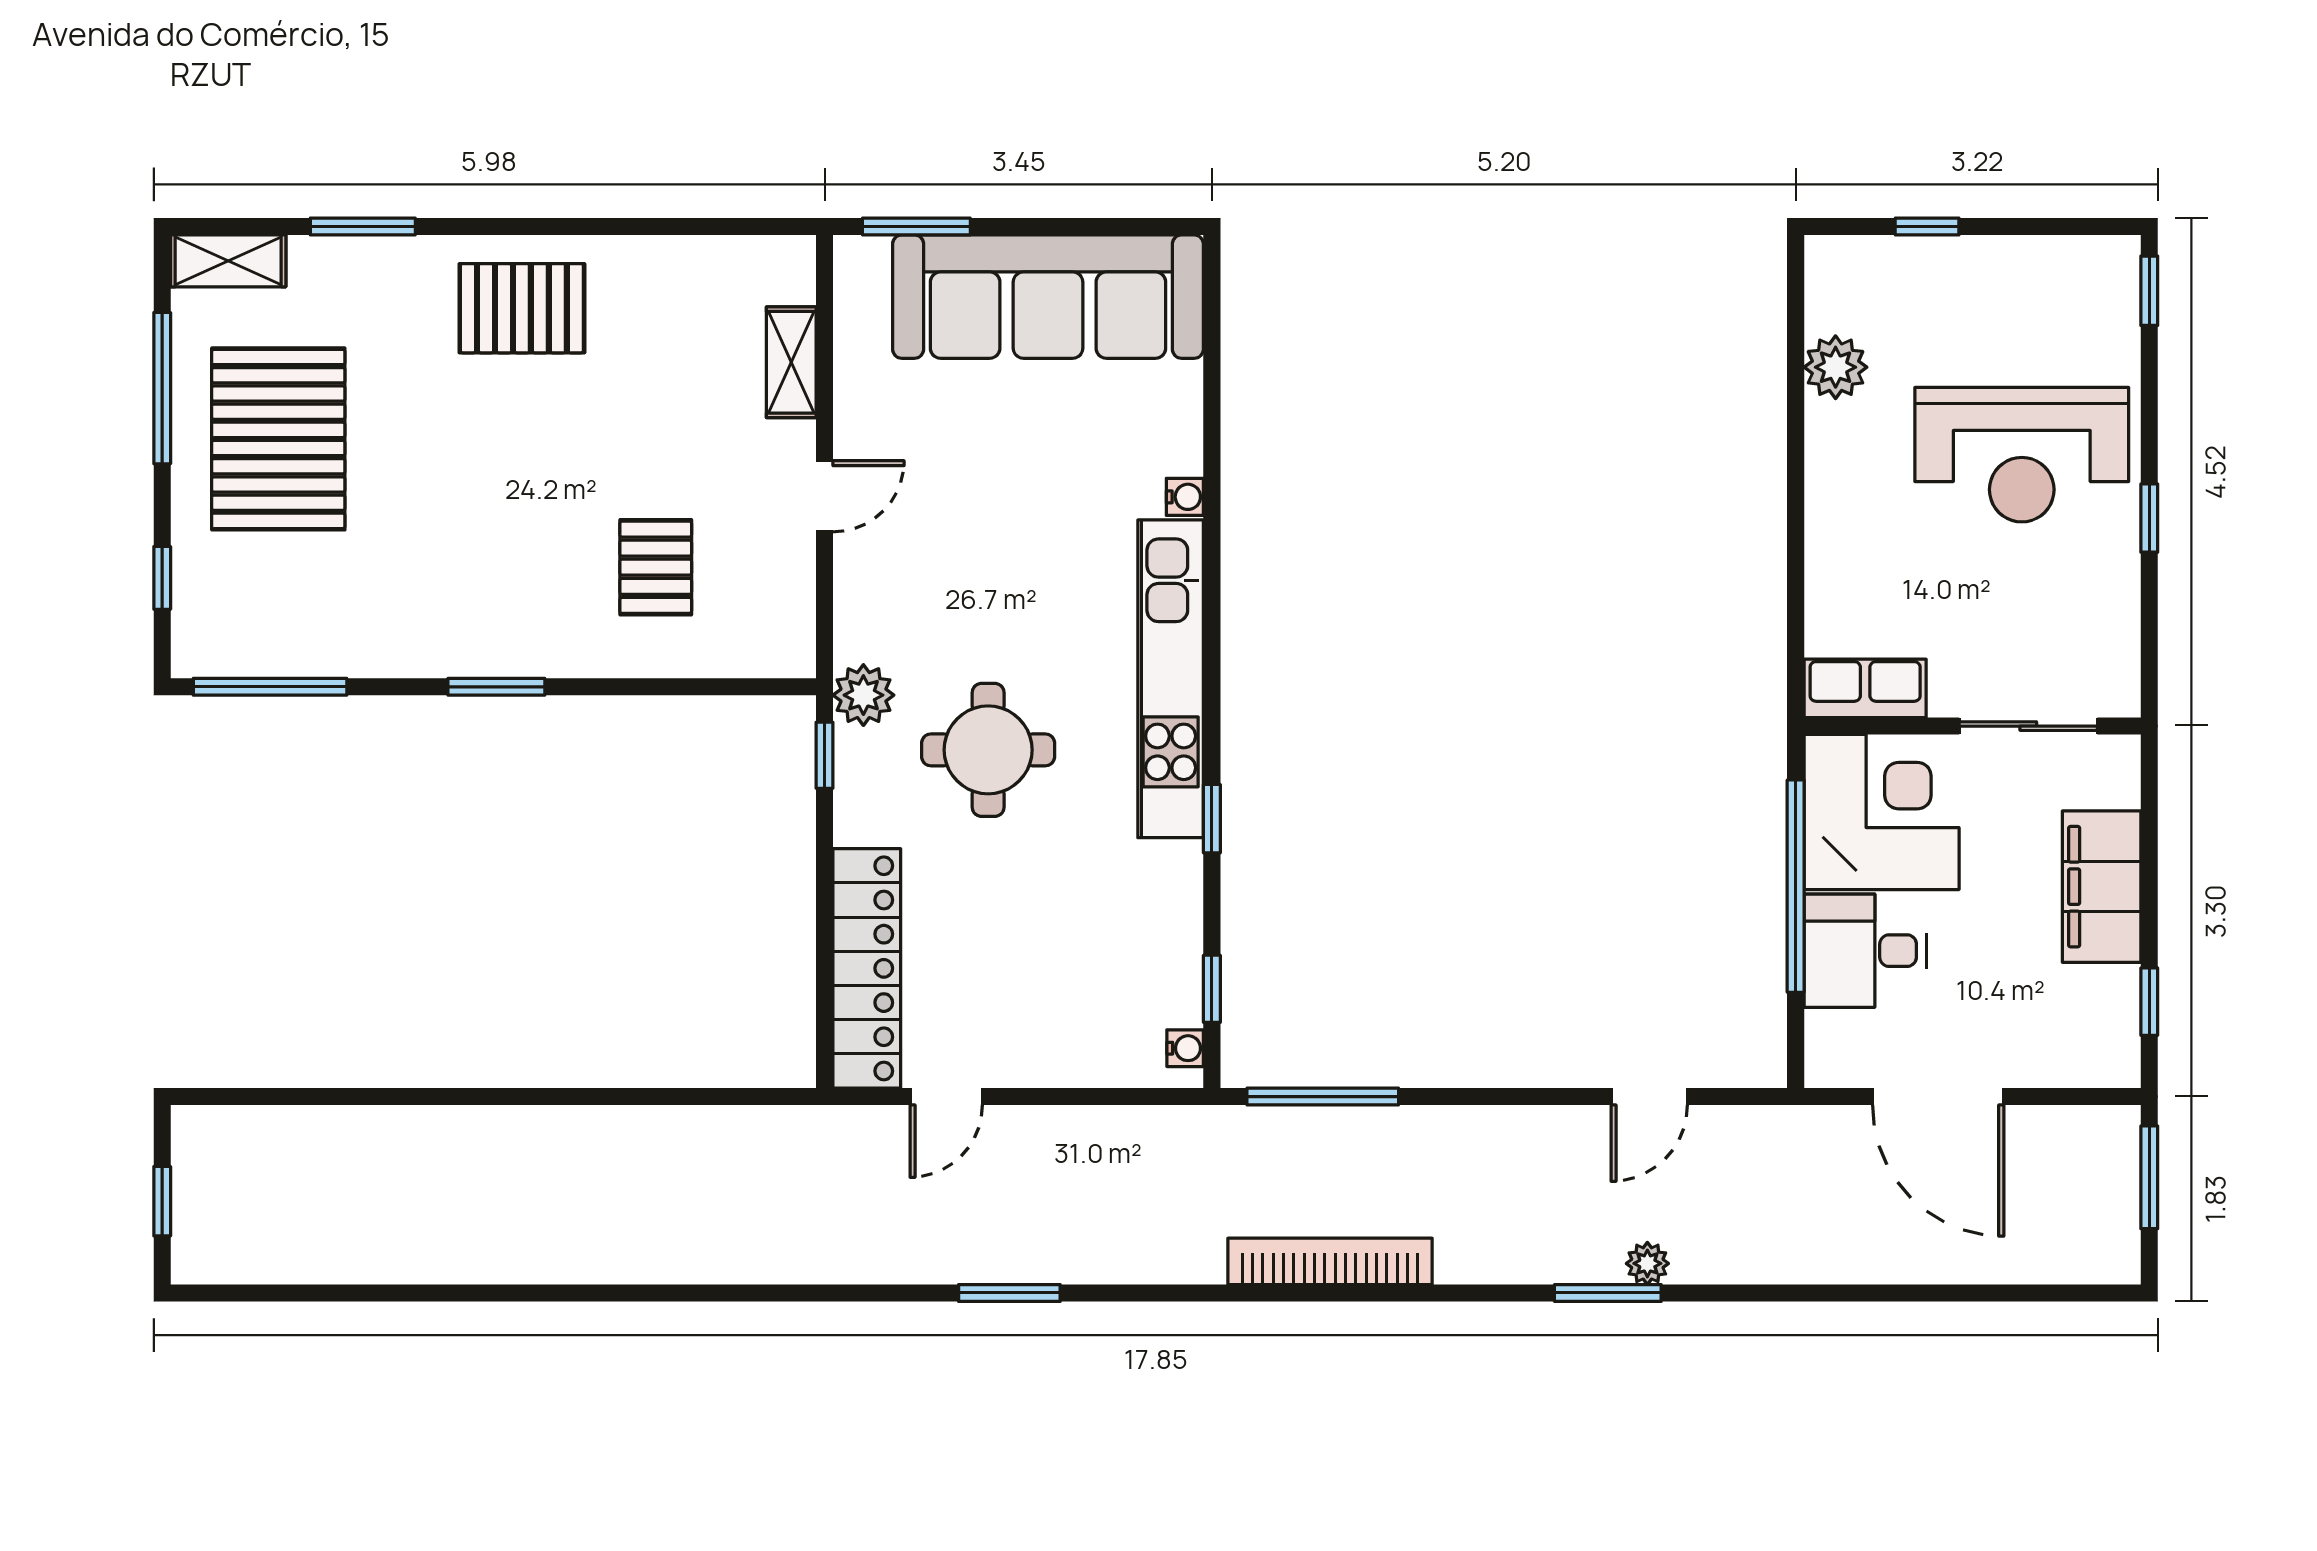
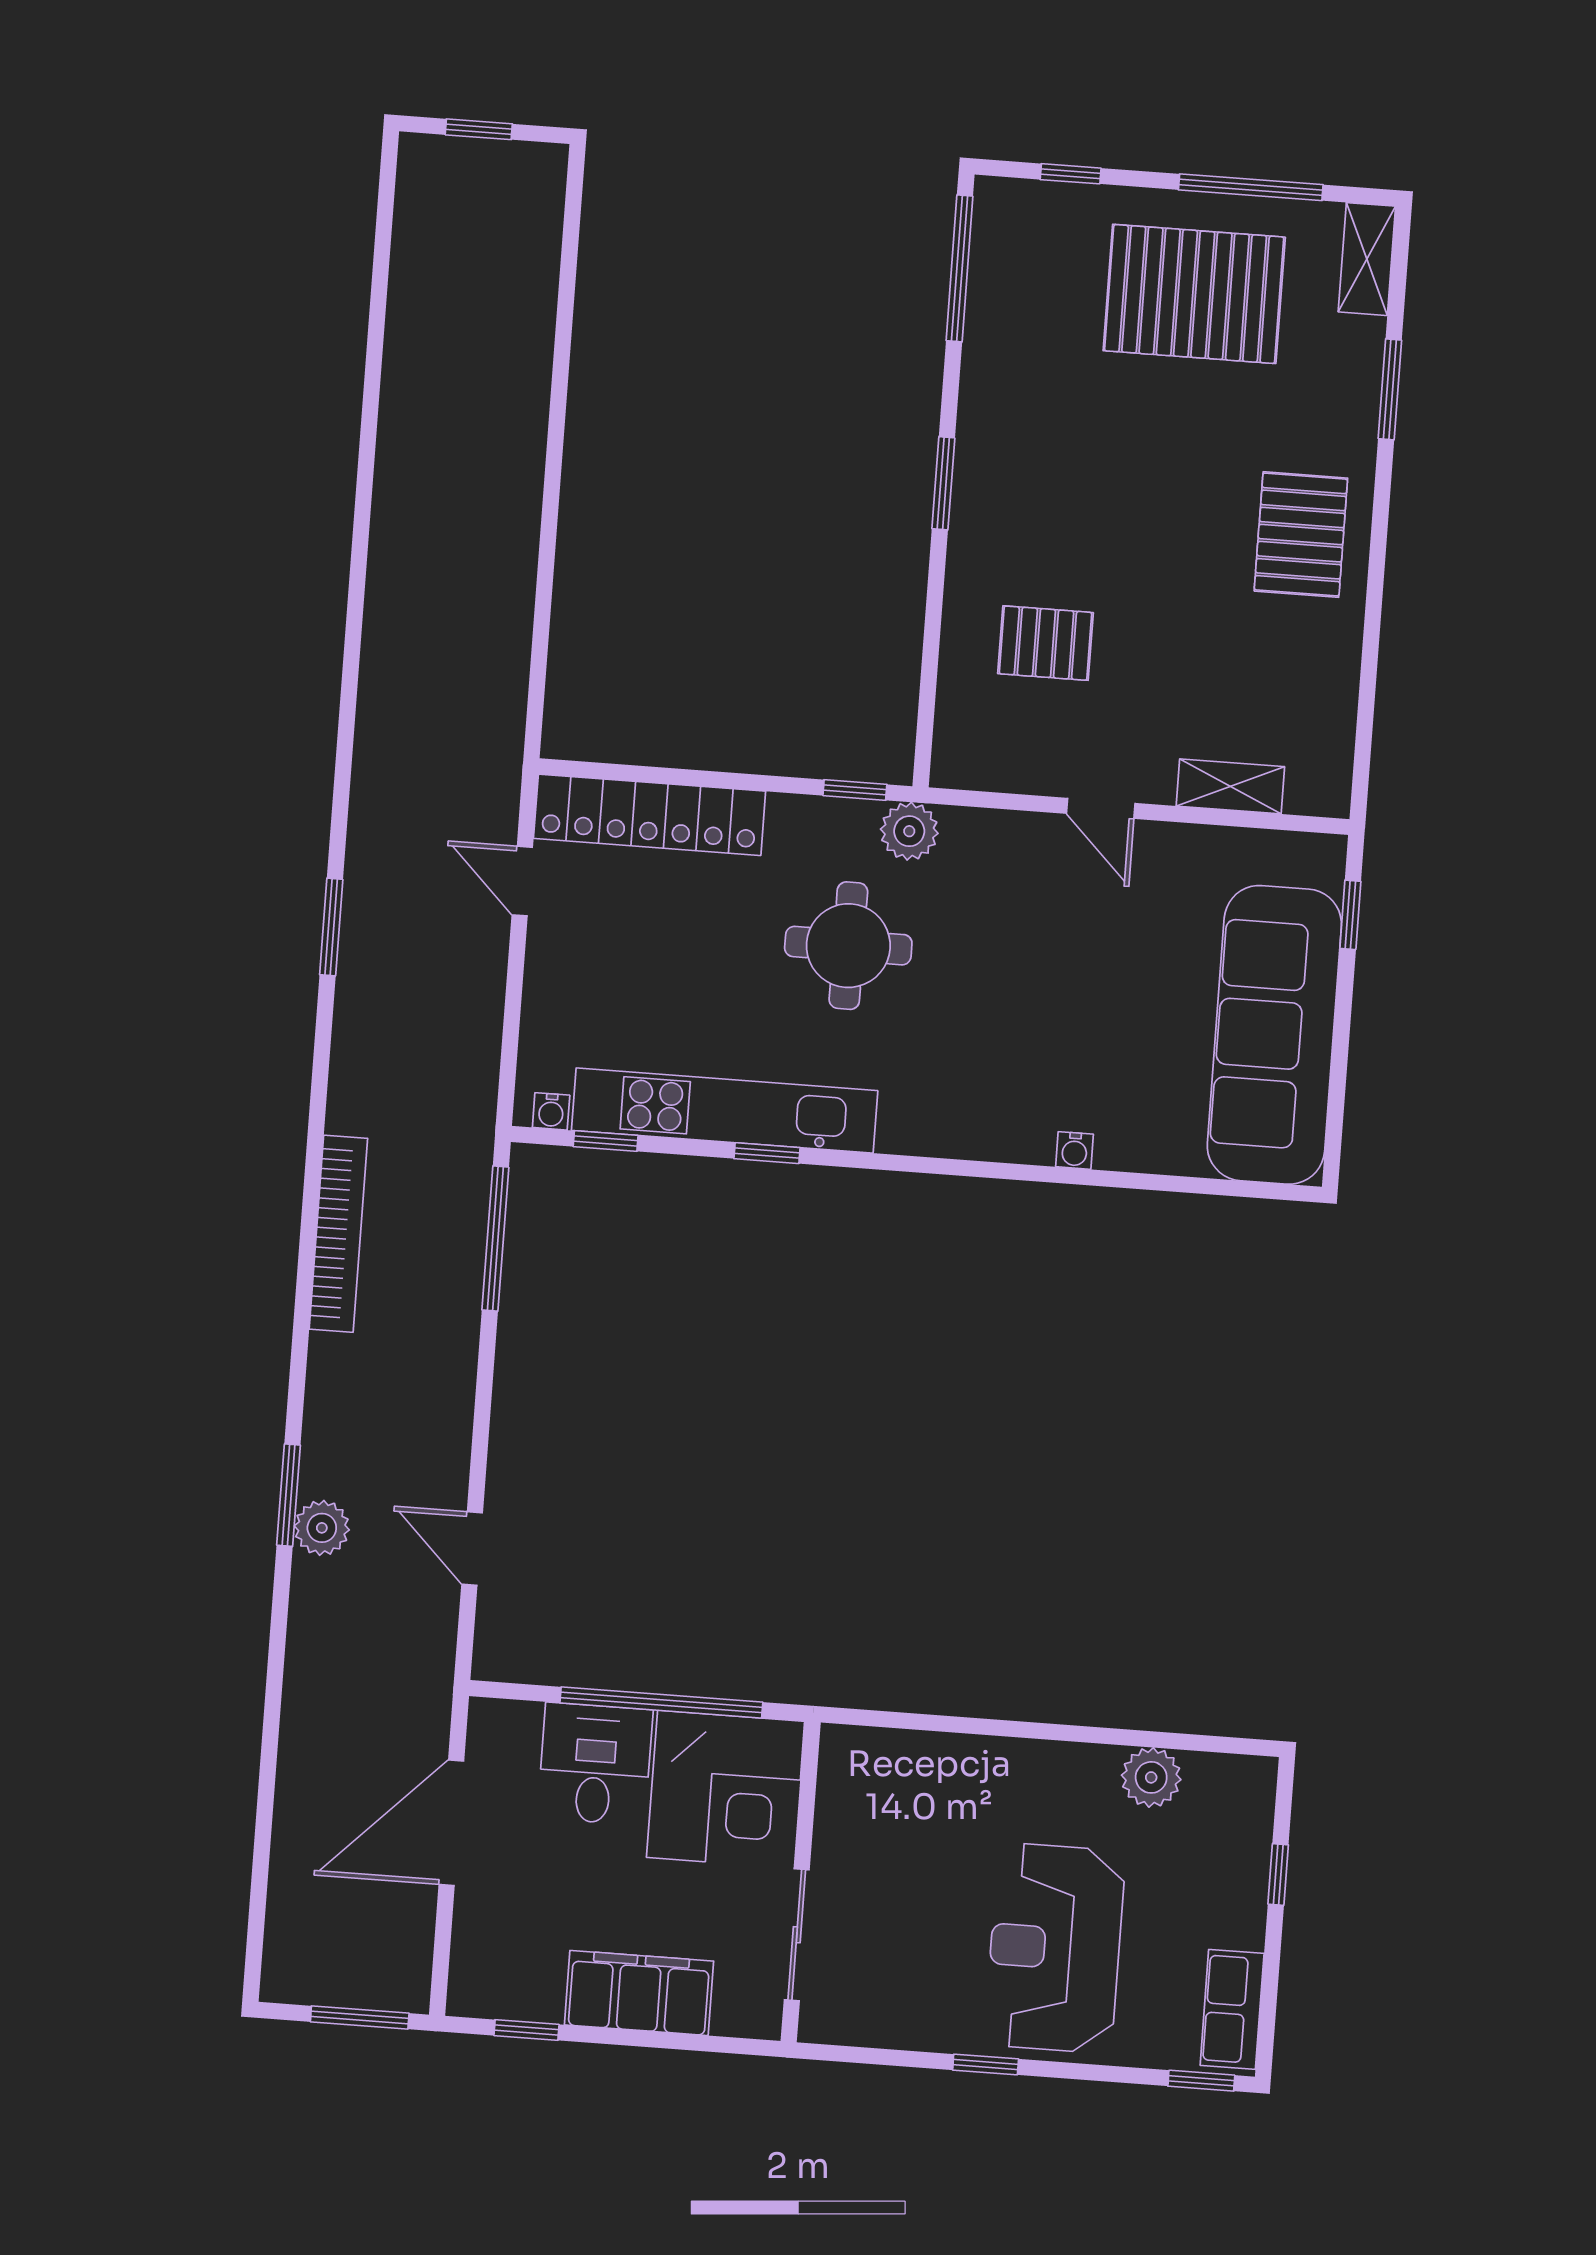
window: (916, 226) -> (1350, 915), width x0.67
kitchen unit: (1171, 679) -> (725, 1111), moved
row of seats: (1865, 688) -> (1232, 2009), moved, turned 180
plant: (1647, 1263) -> (322, 1528), width x1.38, depth x1.38

